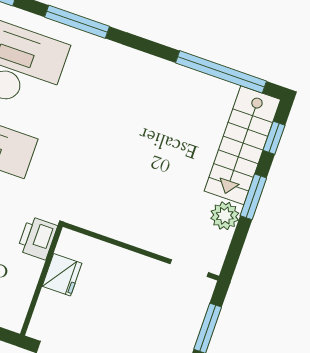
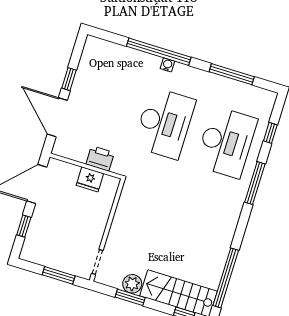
window: (253, 197) -> (130, 297), moved
printer: (37, 238) -> (100, 158), moved

